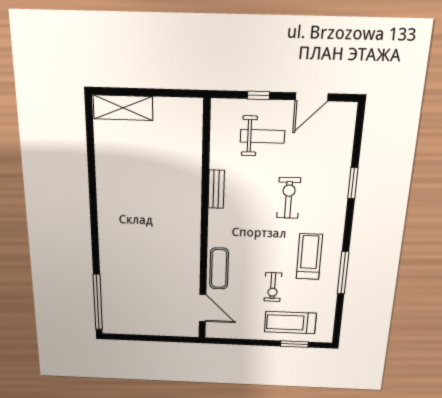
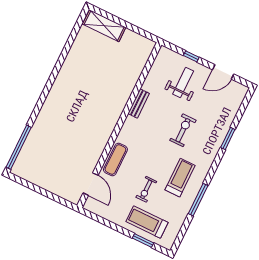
weight bench: (262, 136) -> (183, 83), turned -90

